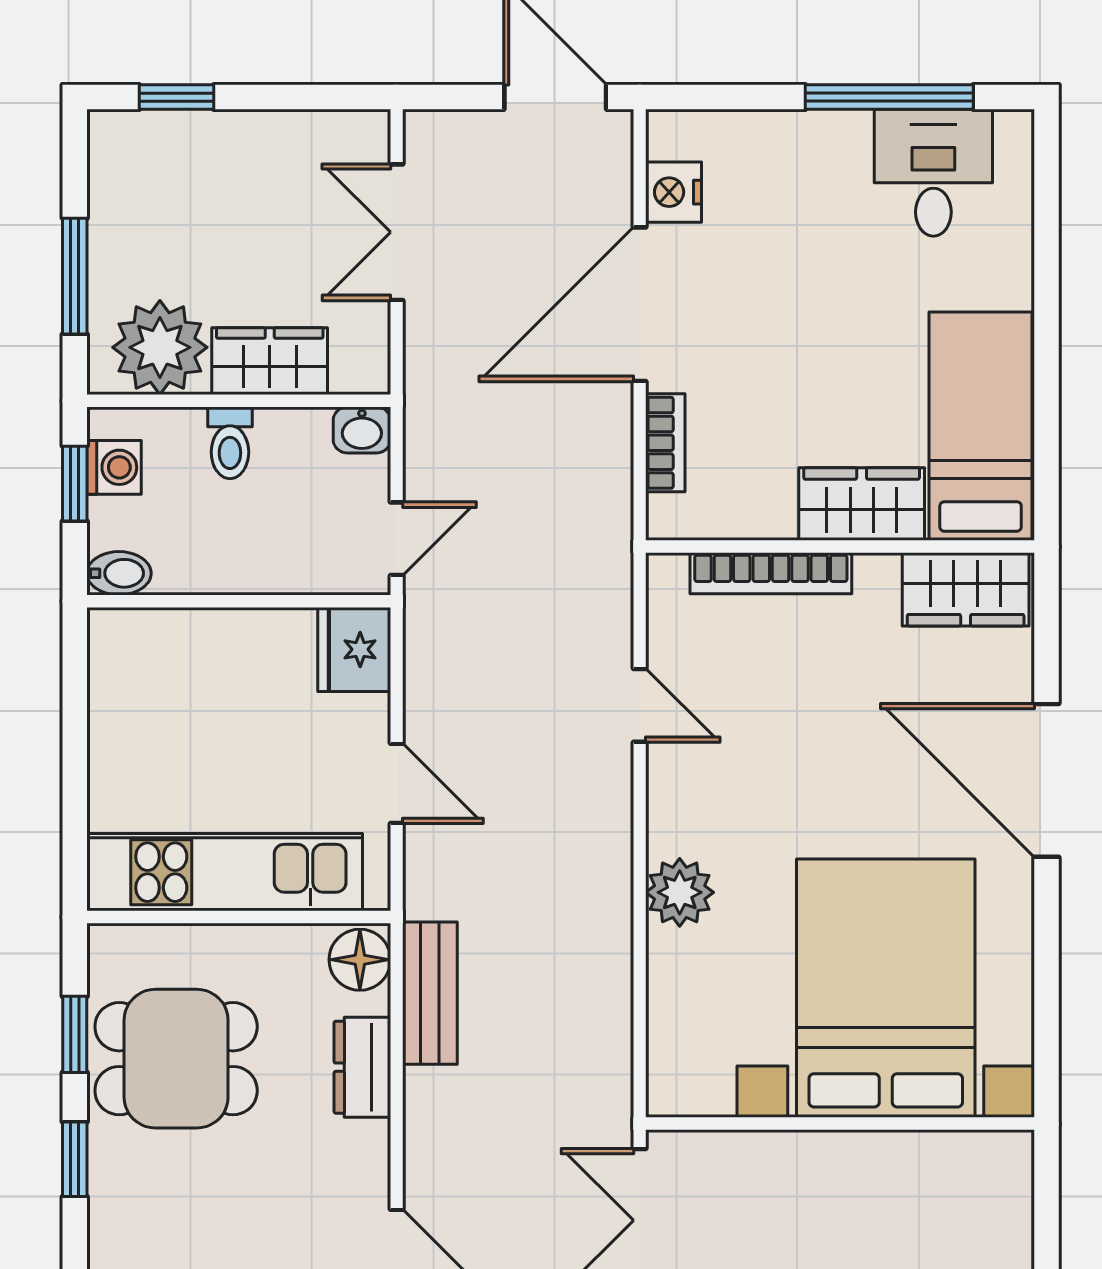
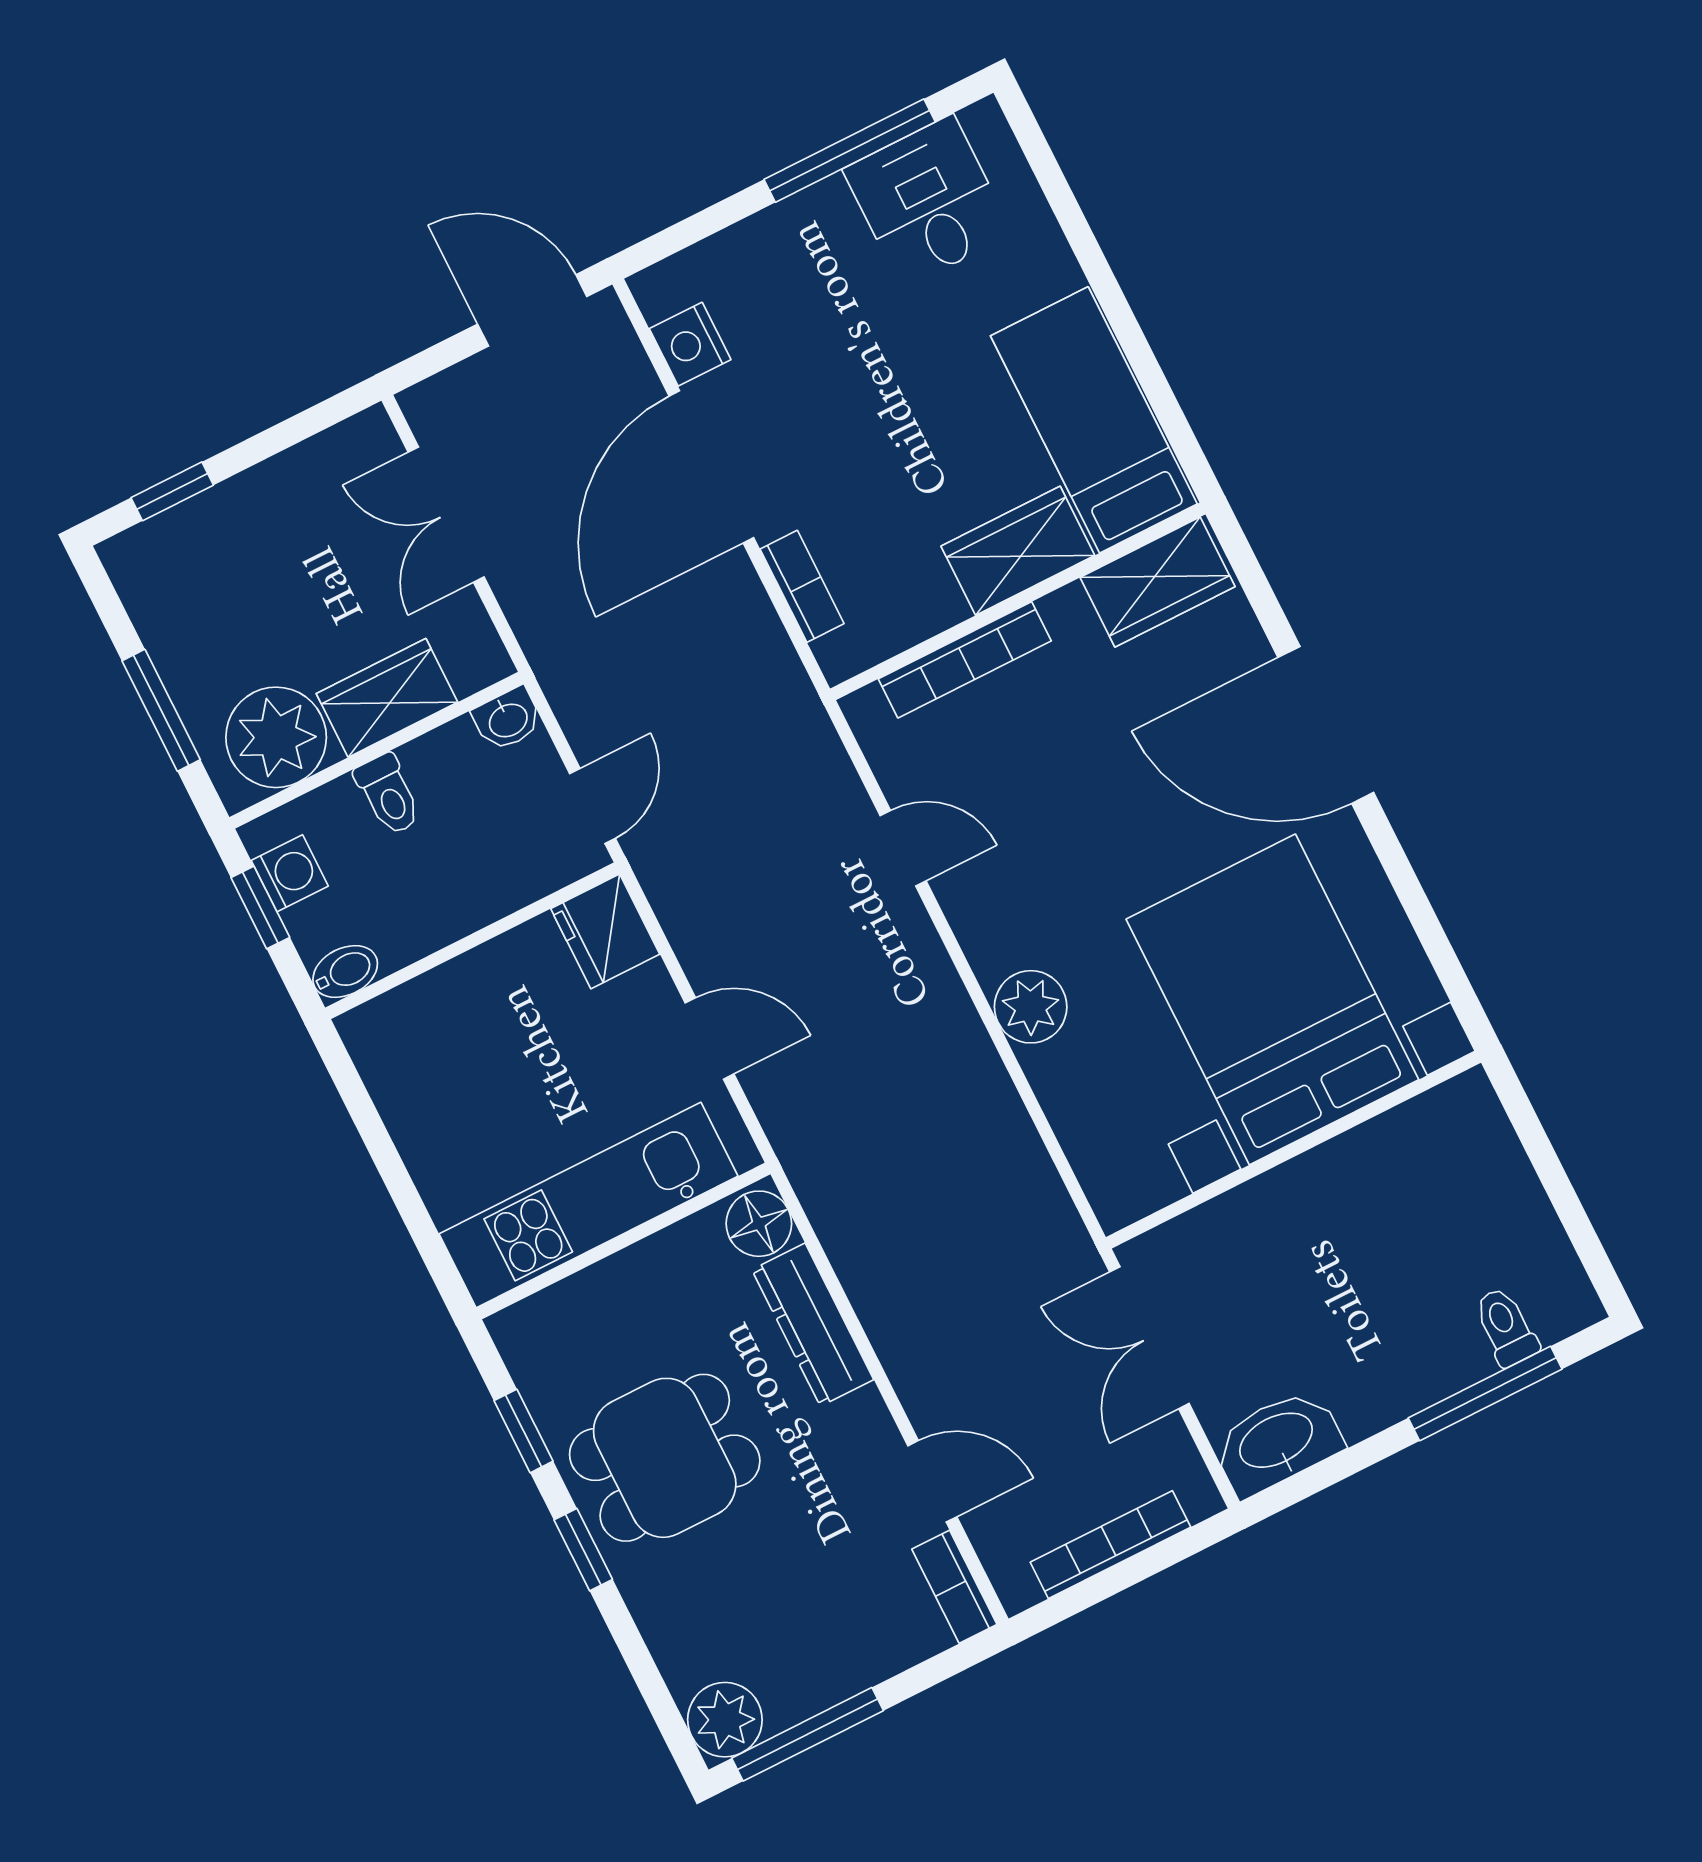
bench: (430, 993) -> (841, 1222), removed
dining table: (176, 1059) -> (665, 1458), moved
dresser: (362, 1067) -> (813, 1325), width x1.44

